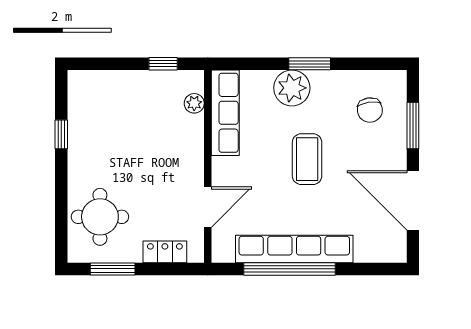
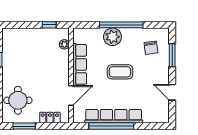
window: (310, 64) -> (121, 25), width x2.11
row of seats: (225, 113) -> (80, 64), moved
coffee table: (307, 159) -> (120, 72), turned 90
door: (413, 200) -> (172, 92), width x0.53

